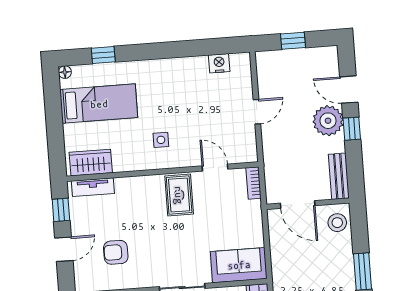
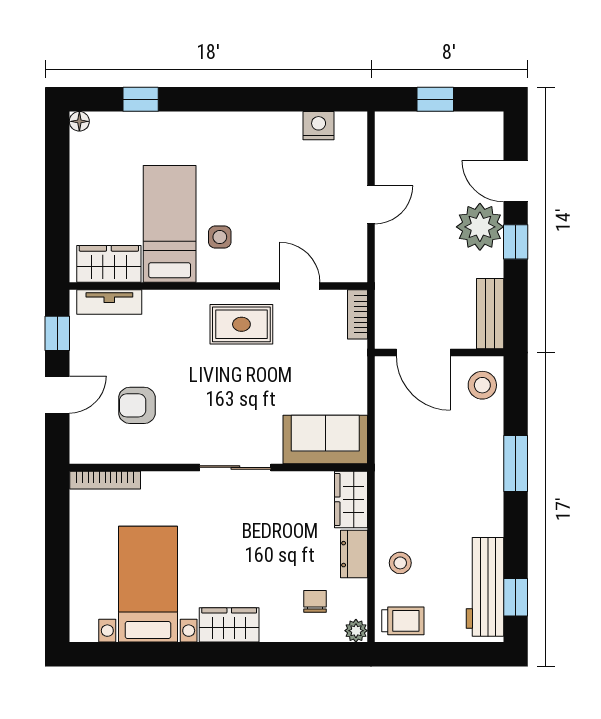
bed: (99, 104) -> (170, 224), moved, turned -90
rug: (179, 195) -> (241, 324), turned 90

